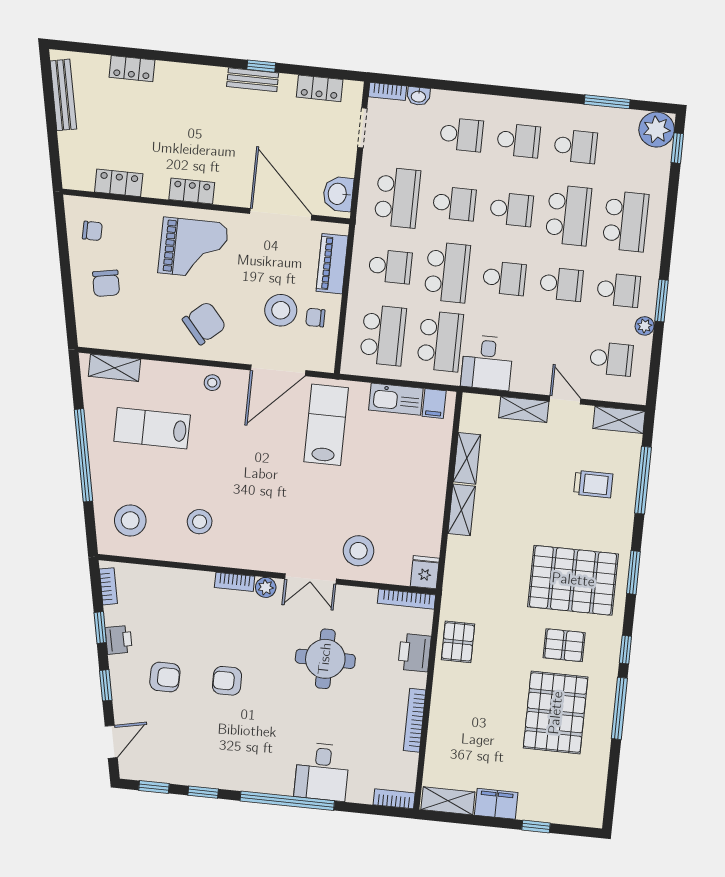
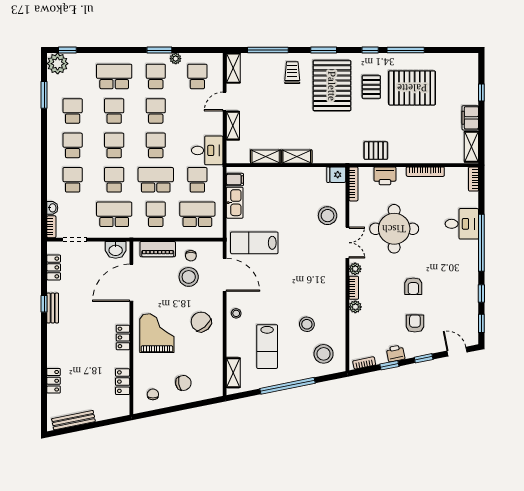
school desk: (568, 215) -> (114, 111), width x0.54
school desk: (440, 341) -> (197, 180), width x0.54
trolley: (593, 484) -> (292, 73), moved
stool: (200, 522) -> (307, 324), moved
plant: (203, 581) -> (355, 307), added
round table: (325, 659) -> (394, 229), width x1.36, depth x1.36

